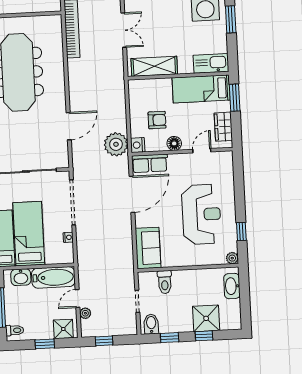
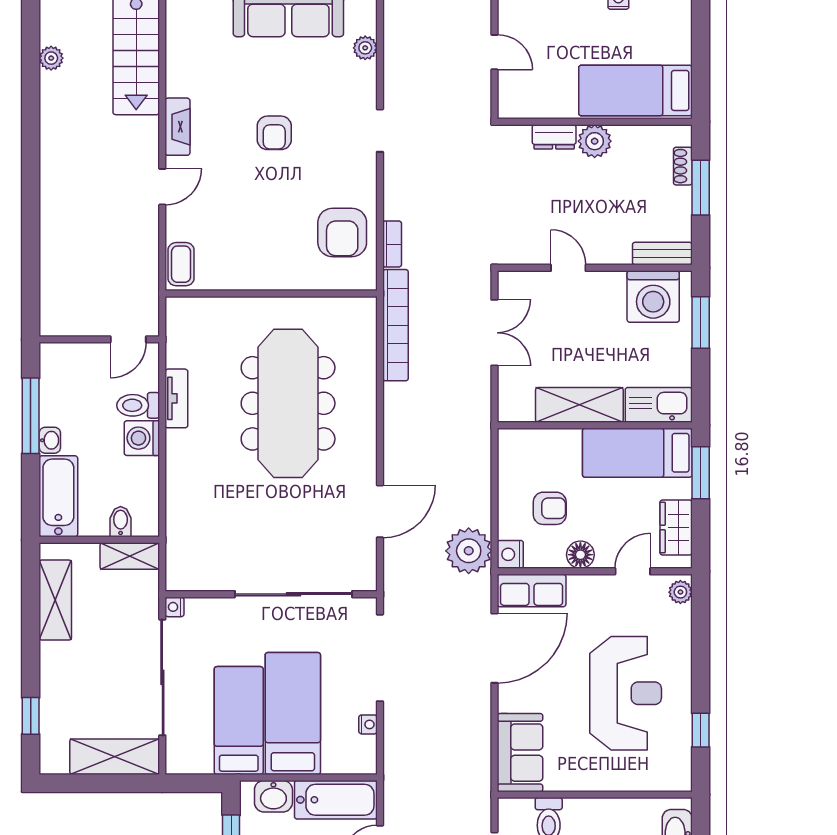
shelving: (154, 66) -> (579, 405), moved
plant: (232, 258) -> (680, 592), moved

